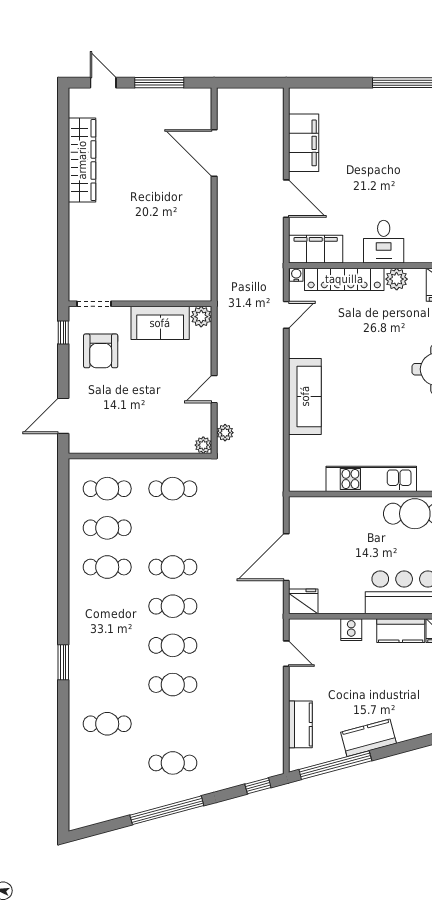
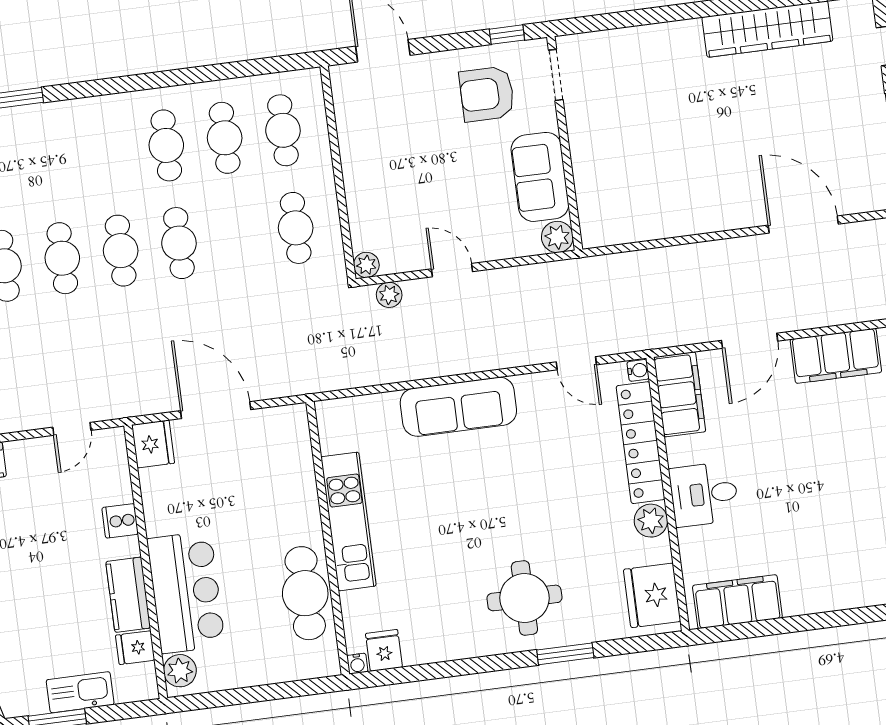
door: (214, 153) -> (803, 225), hinge flipped

